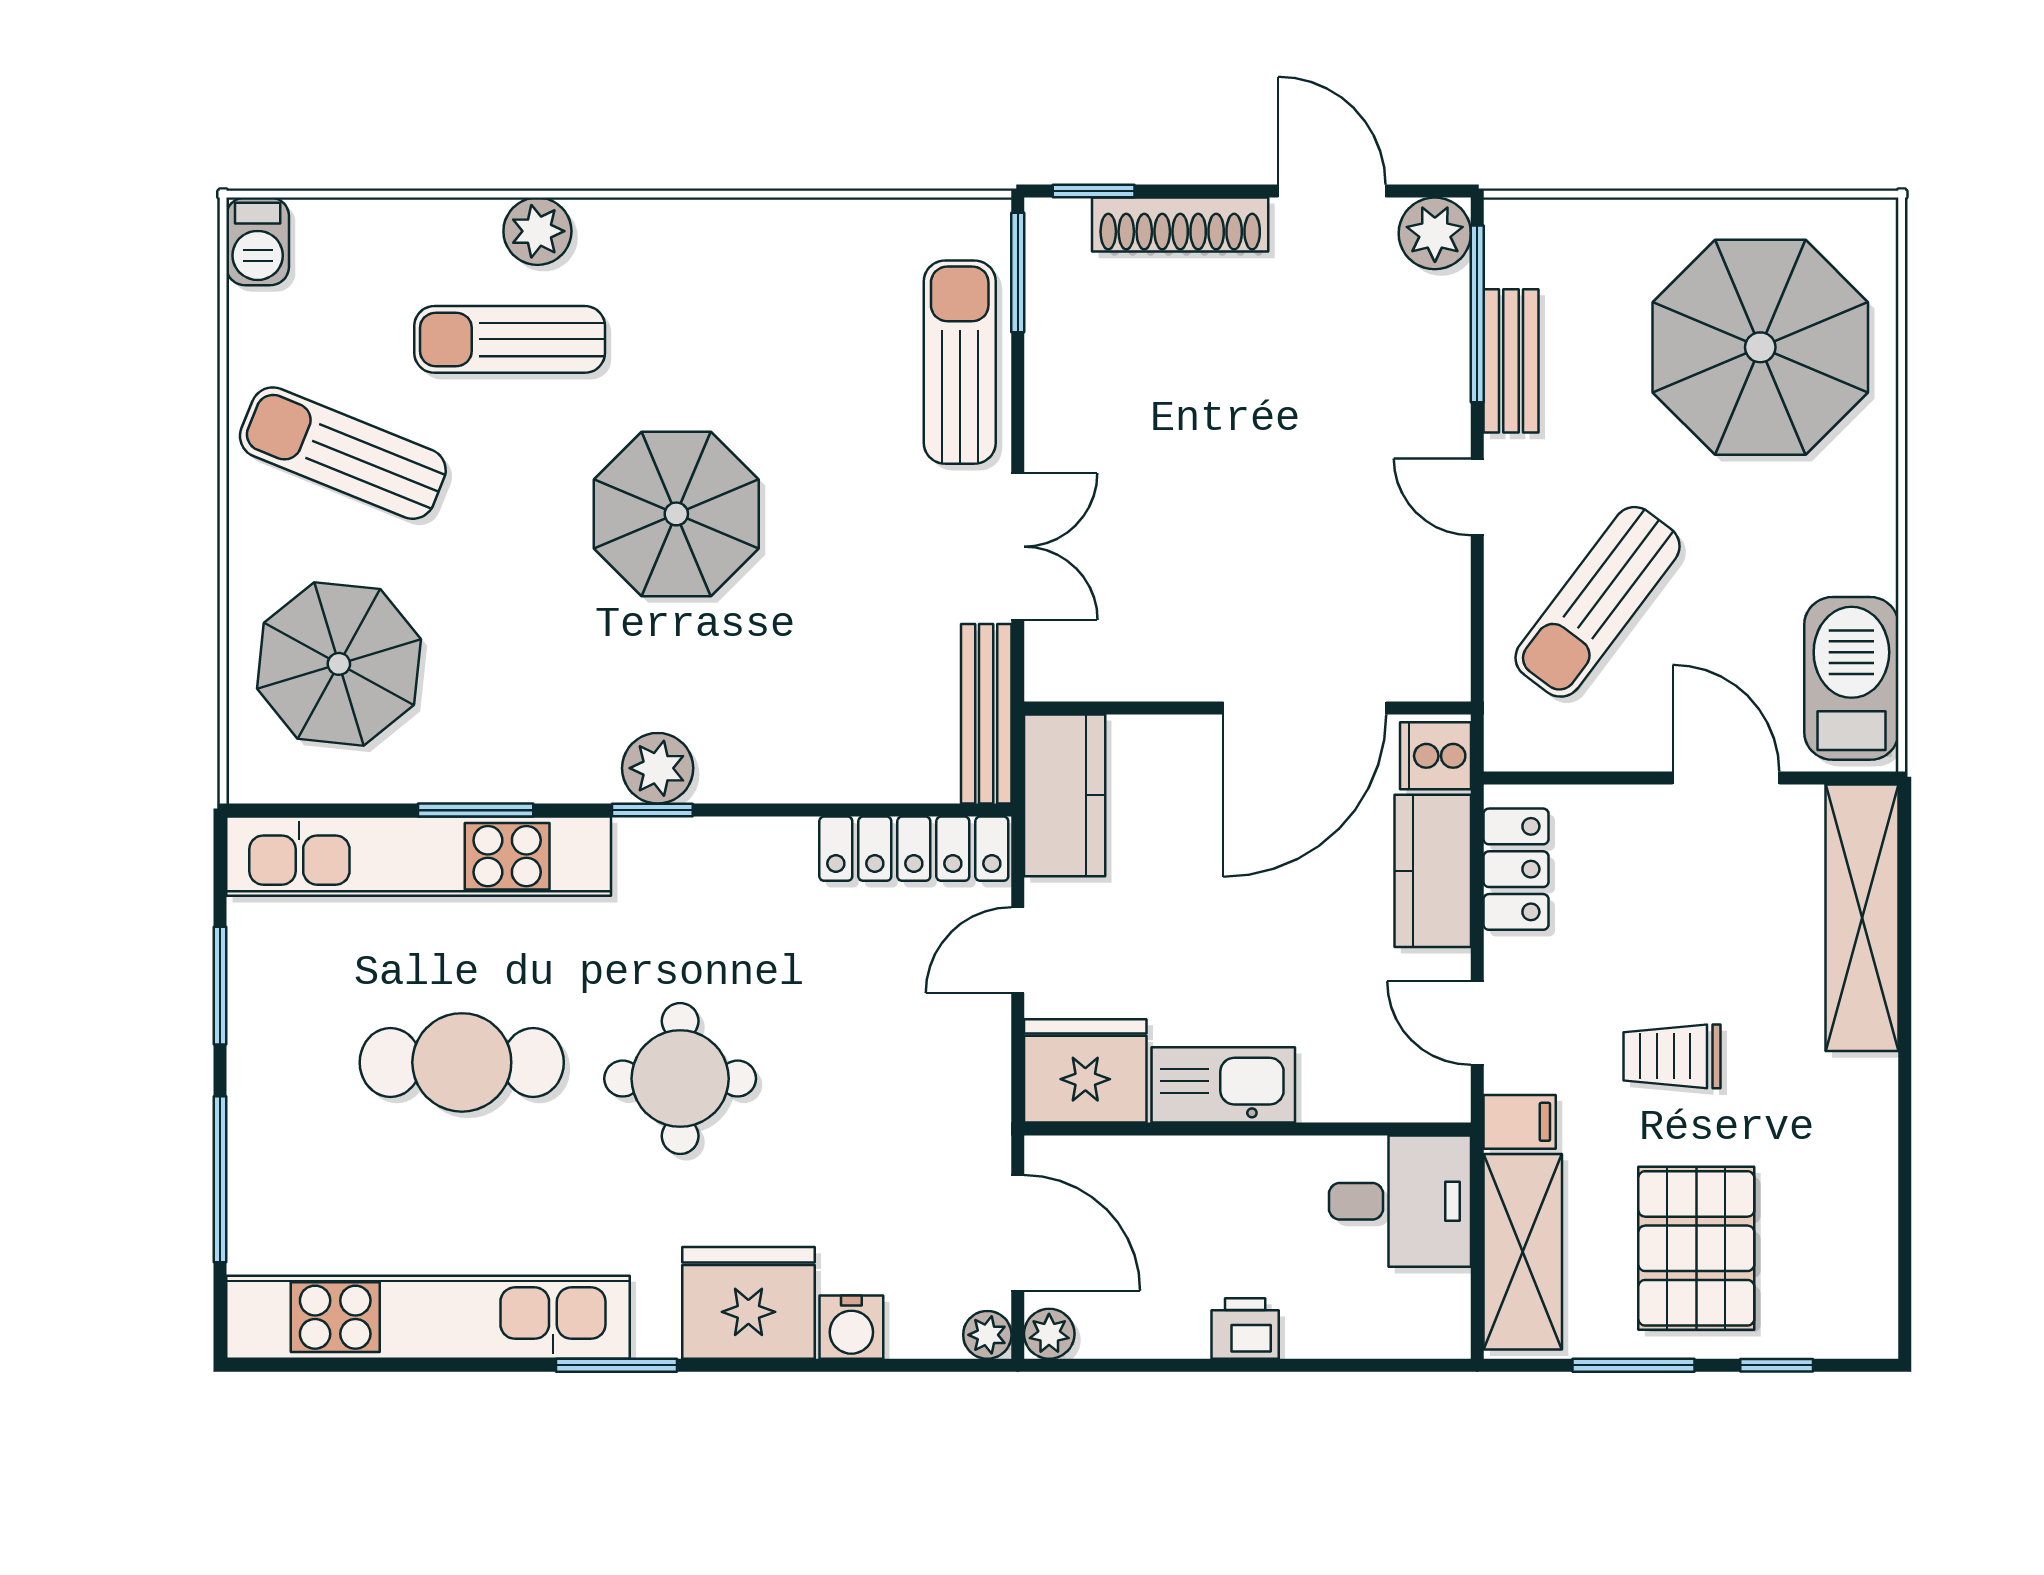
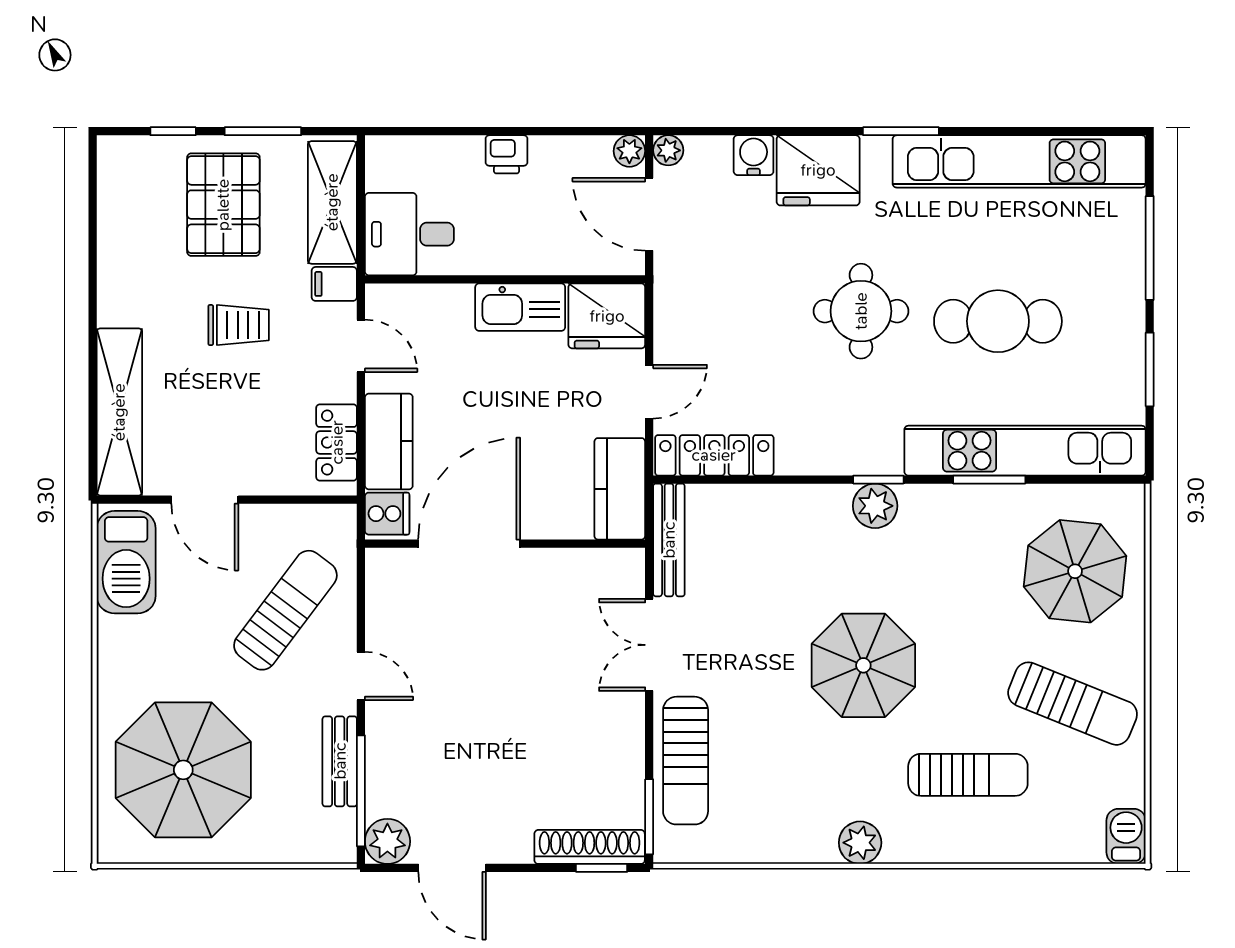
shoe rack: (1180, 225) -> (590, 847), moved
plant: (537, 231) -> (860, 843), moved

